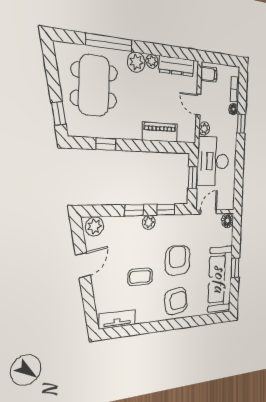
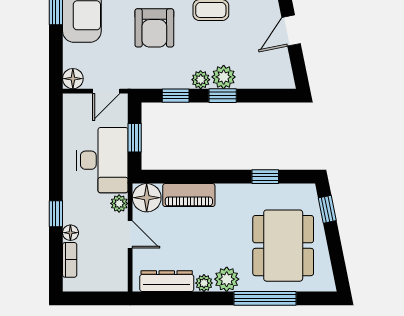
filing cabinet: (209, 74) -> (115, 276), removed
floor lamp: (187, 132) -> (147, 198), added
plant: (94, 226) -> (224, 77), moved

